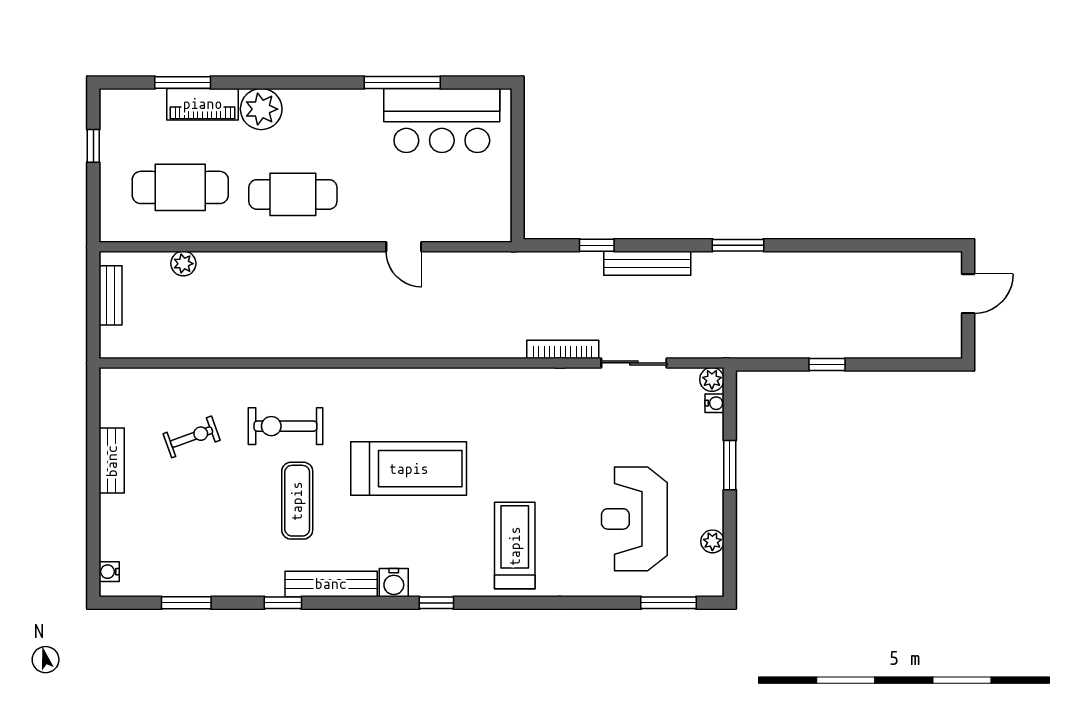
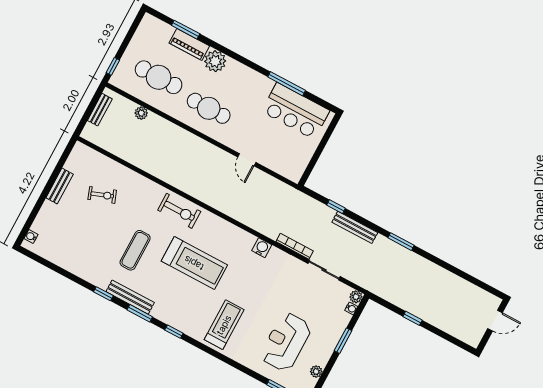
window: (93, 146) -> (113, 66), moved
exercise bike: (285, 426) -> (179, 211), moved, turned 180
water cooler: (394, 583) -> (262, 248), moved, turned 180
window: (186, 603) -> (140, 313), moved

